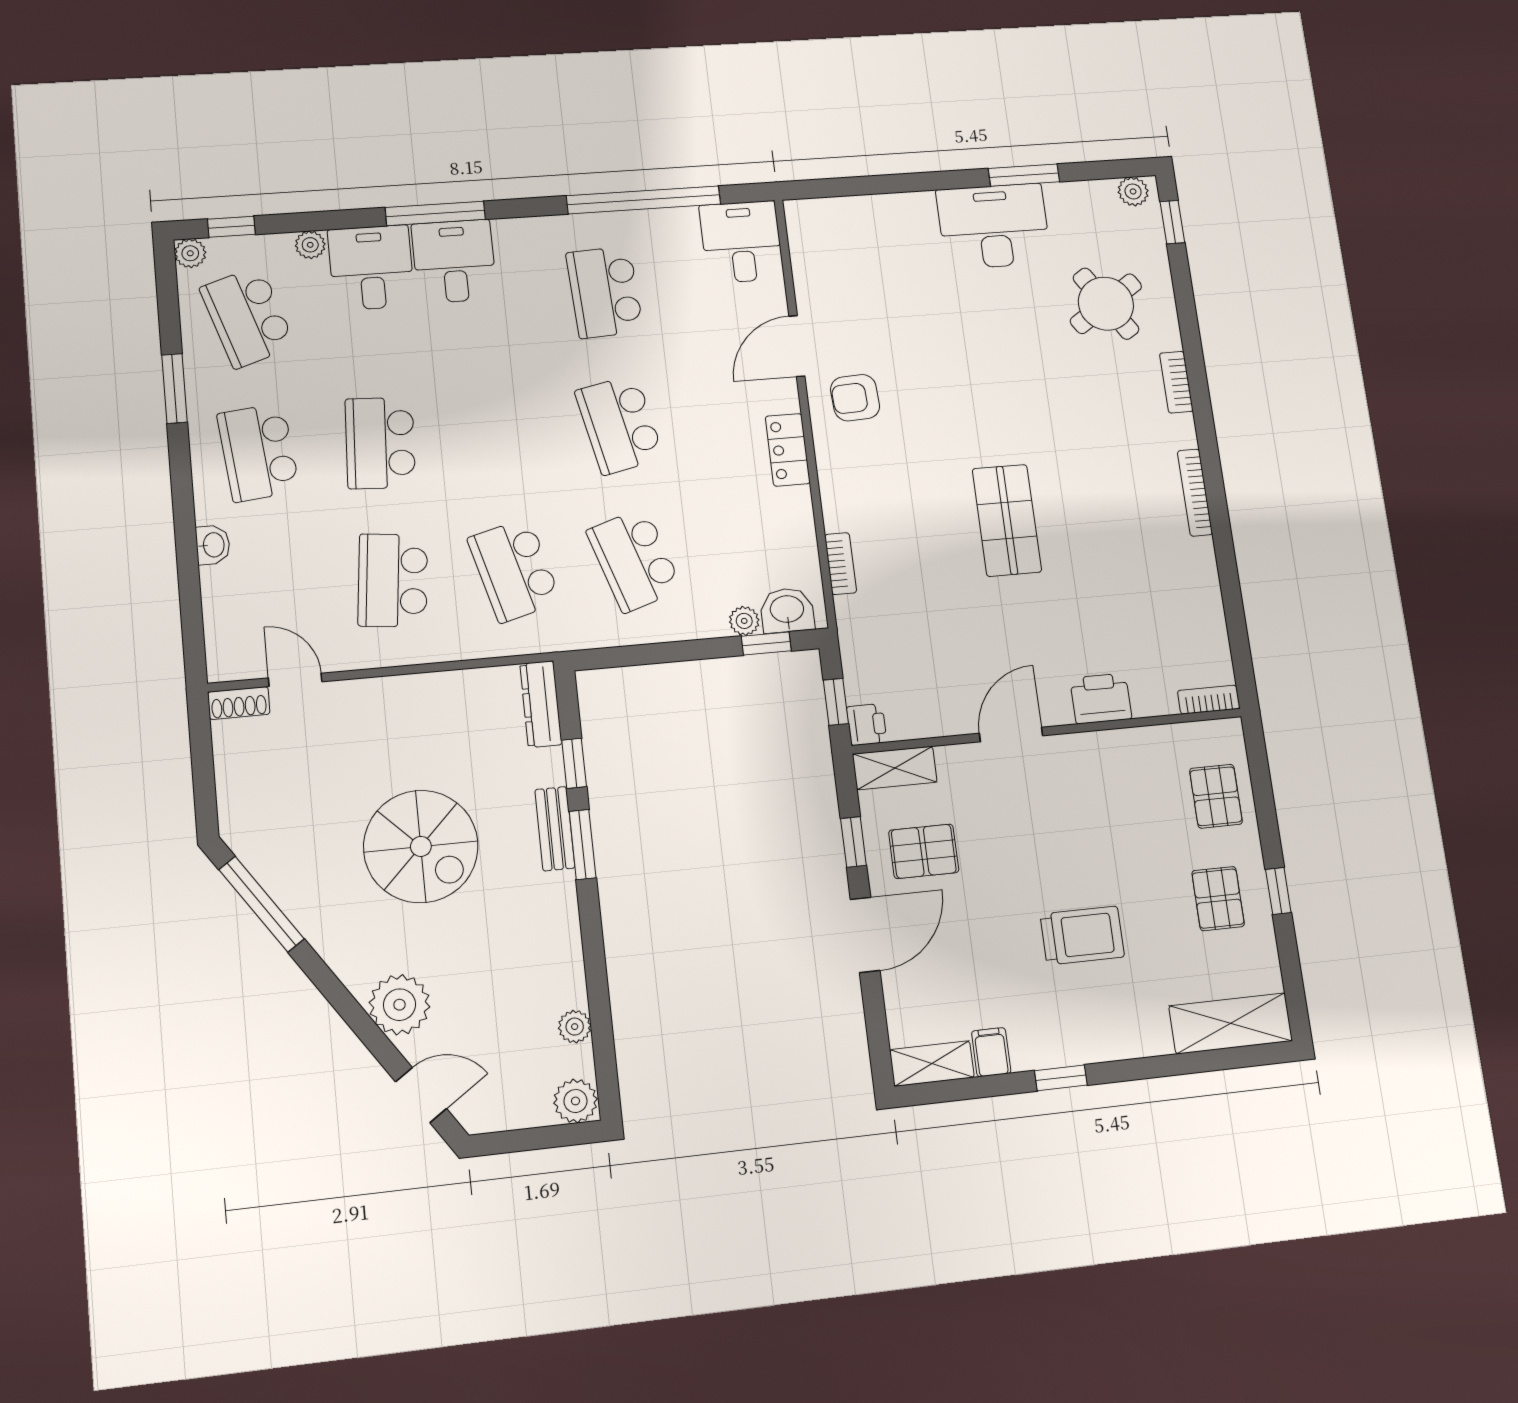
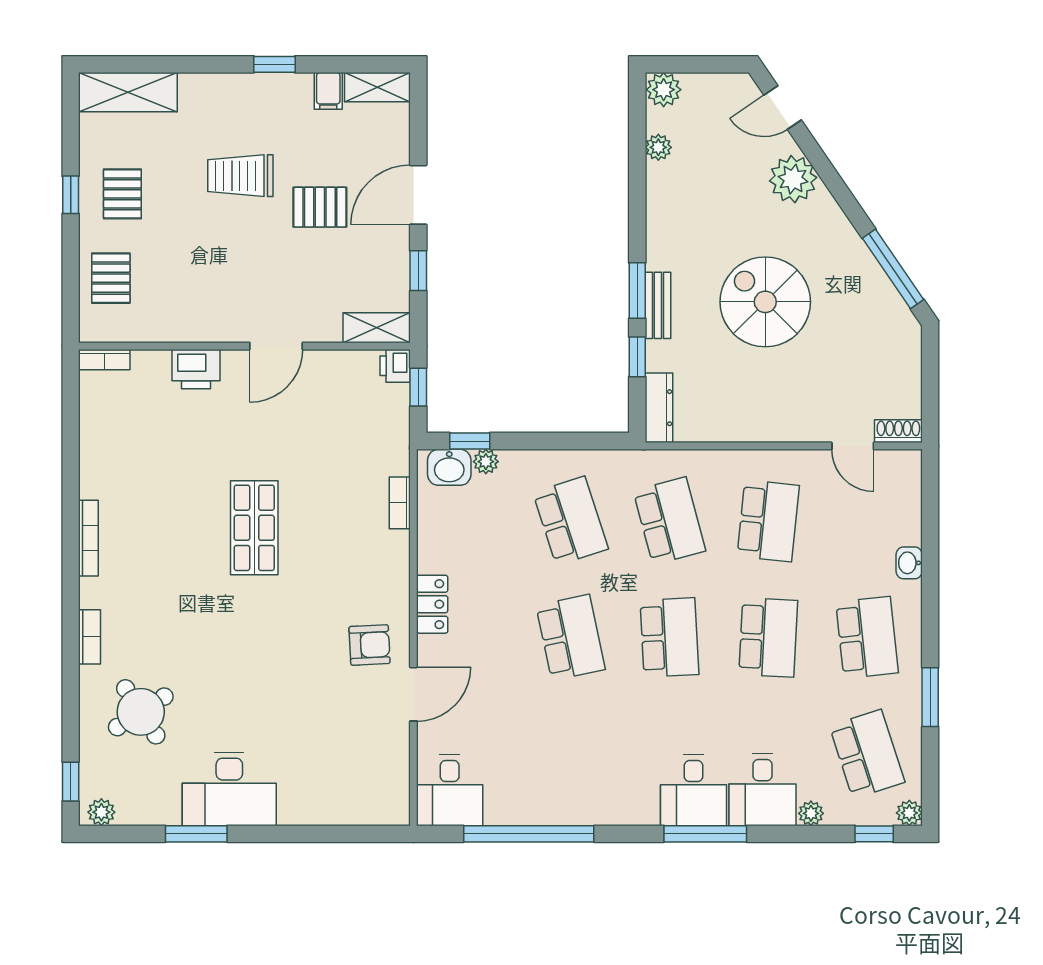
school desk: (605, 292) -> (669, 637), moved
pallet: (924, 851) -> (320, 207), moved

